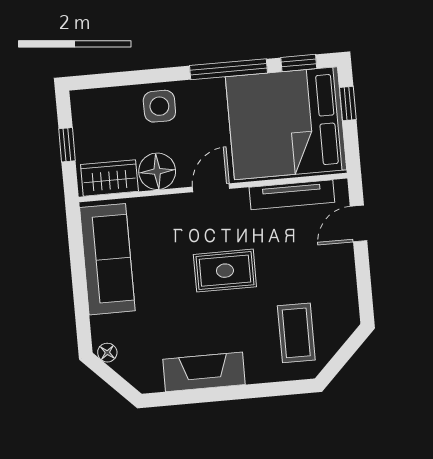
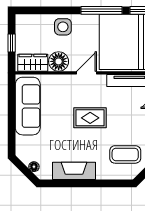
coffee table: (296, 333) -> (125, 154), turned 90
floor lamp: (107, 353) -> (34, 167), moved

